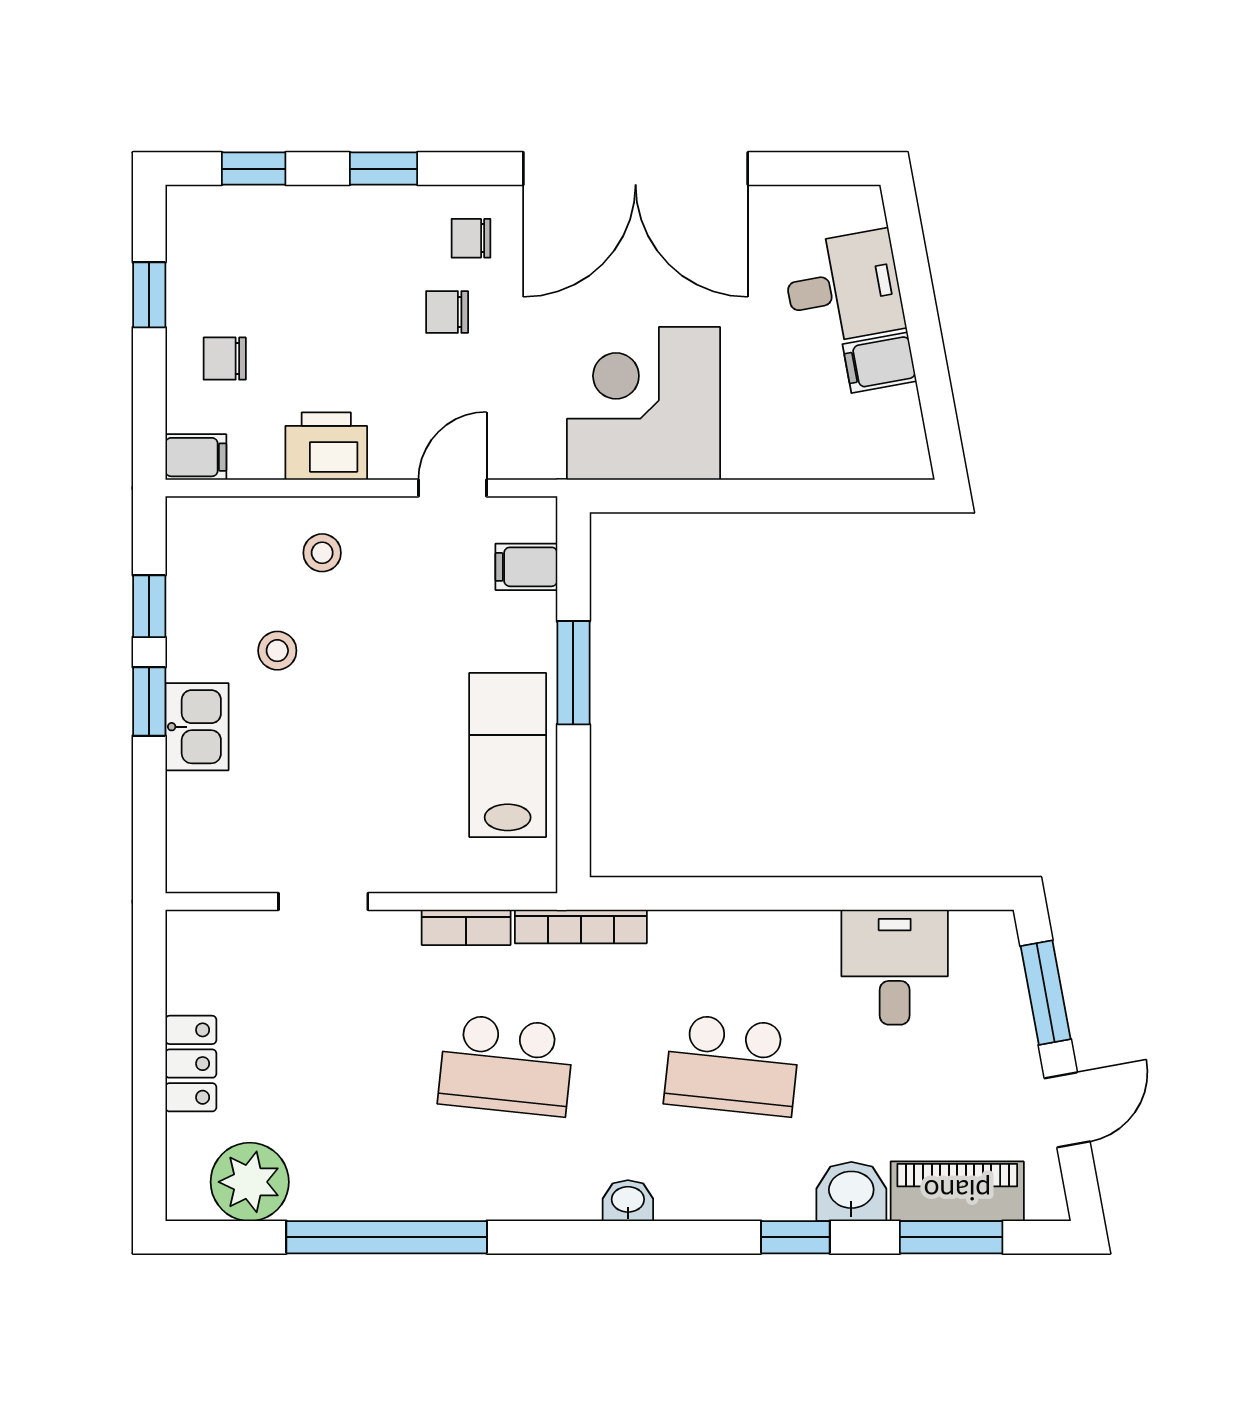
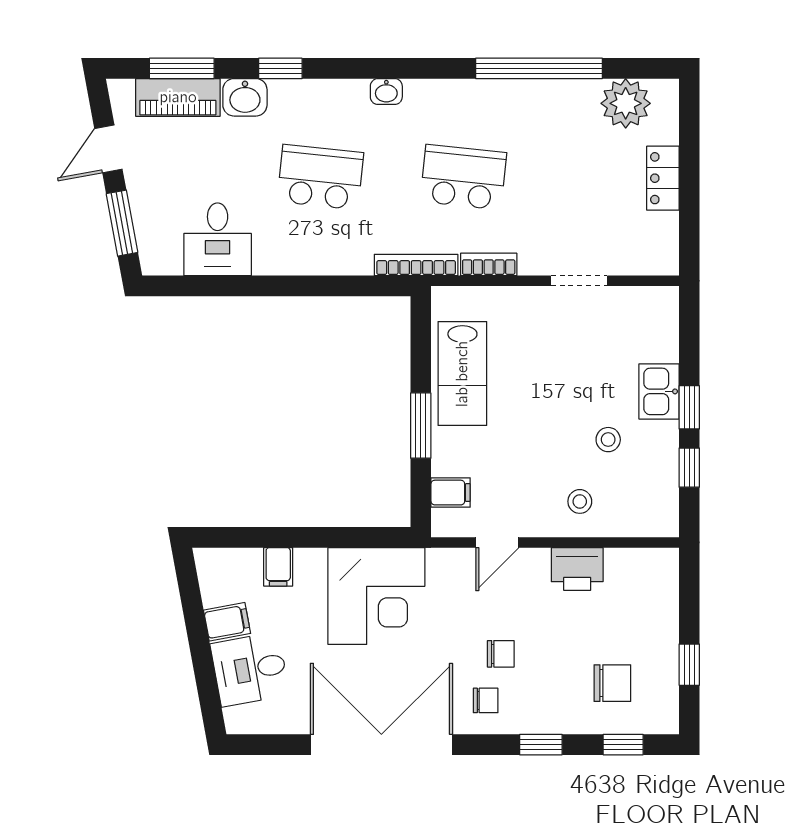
chair: (225, 359) -> (612, 683), moved, width x1.37, depth x1.37
filing cabinet: (196, 457) -> (278, 567), moved, turned -90

